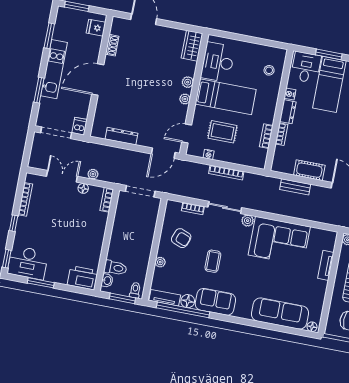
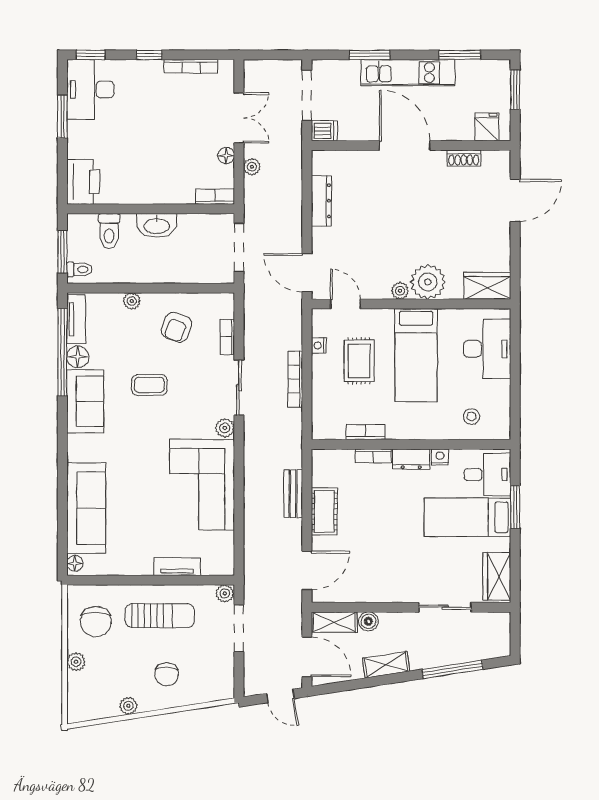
desk: (218, 62) -> (487, 349), moved, turned 90
plant: (188, 82) -> (428, 282), width x1.88, depth x1.88
washbasin: (107, 281) -> (157, 225), moved, width x1.91, depth x1.45

